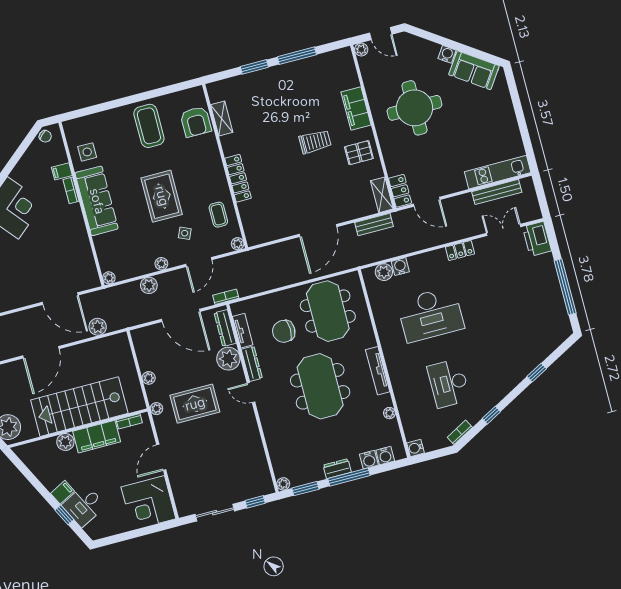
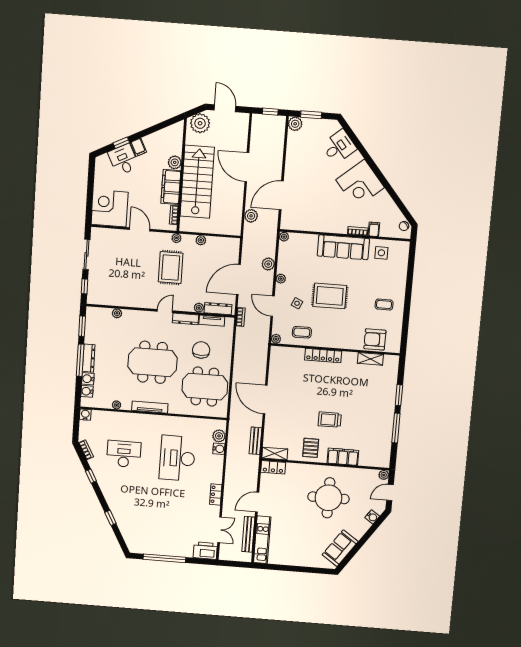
water cooler: (447, 54) -> (372, 517), moved
coffee table: (149, 126) -> (384, 305), width x0.54, depth x0.58
trolley: (315, 142) -> (330, 420), turned 90
door: (427, 202) -> (257, 502), moved
plant: (228, 359) -> (199, 308), width x0.53, depth x0.53
dresser: (337, 469) -> (89, 358), width x1.44
plant: (283, 484) -> (117, 313), moved

